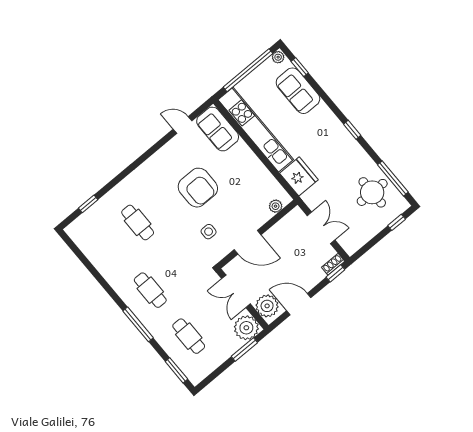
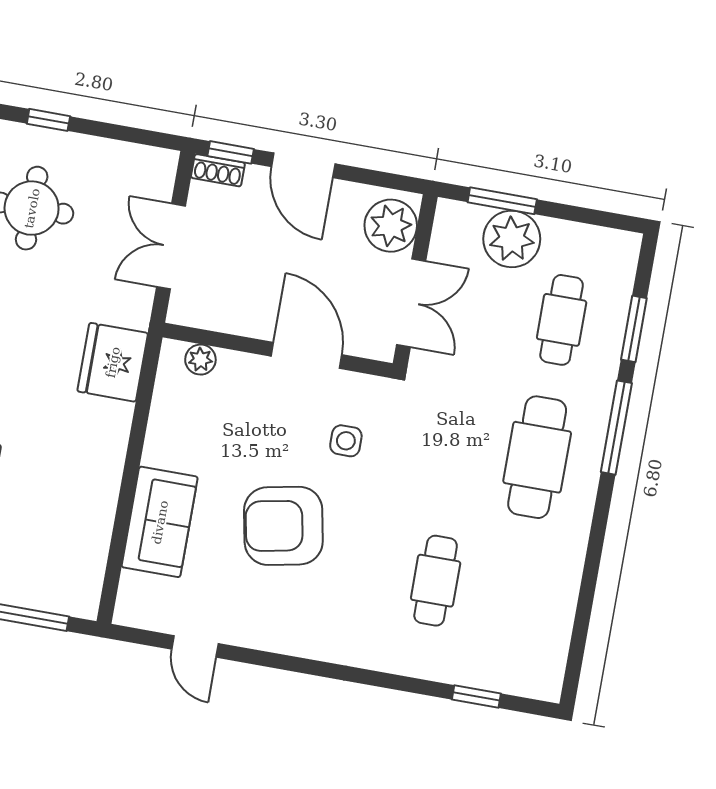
sofa: (218, 129) -> (160, 522), moved
kitchen unit: (256, 130) -> (94, 509), removed
armchair: (198, 188) -> (283, 526), turned -101
cafe table: (150, 290) -> (537, 457), width x1.37, depth x1.35
door: (299, 304) -> (303, 165), moved
plant: (246, 328) -> (512, 239), moved
window: (176, 370) -> (634, 329), moved

